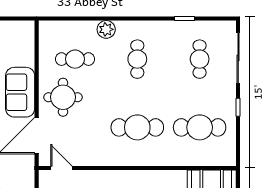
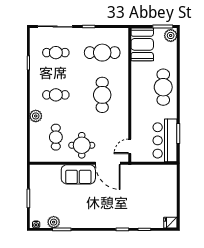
cafe table: (200, 127) -> (102, 53), turned 90

